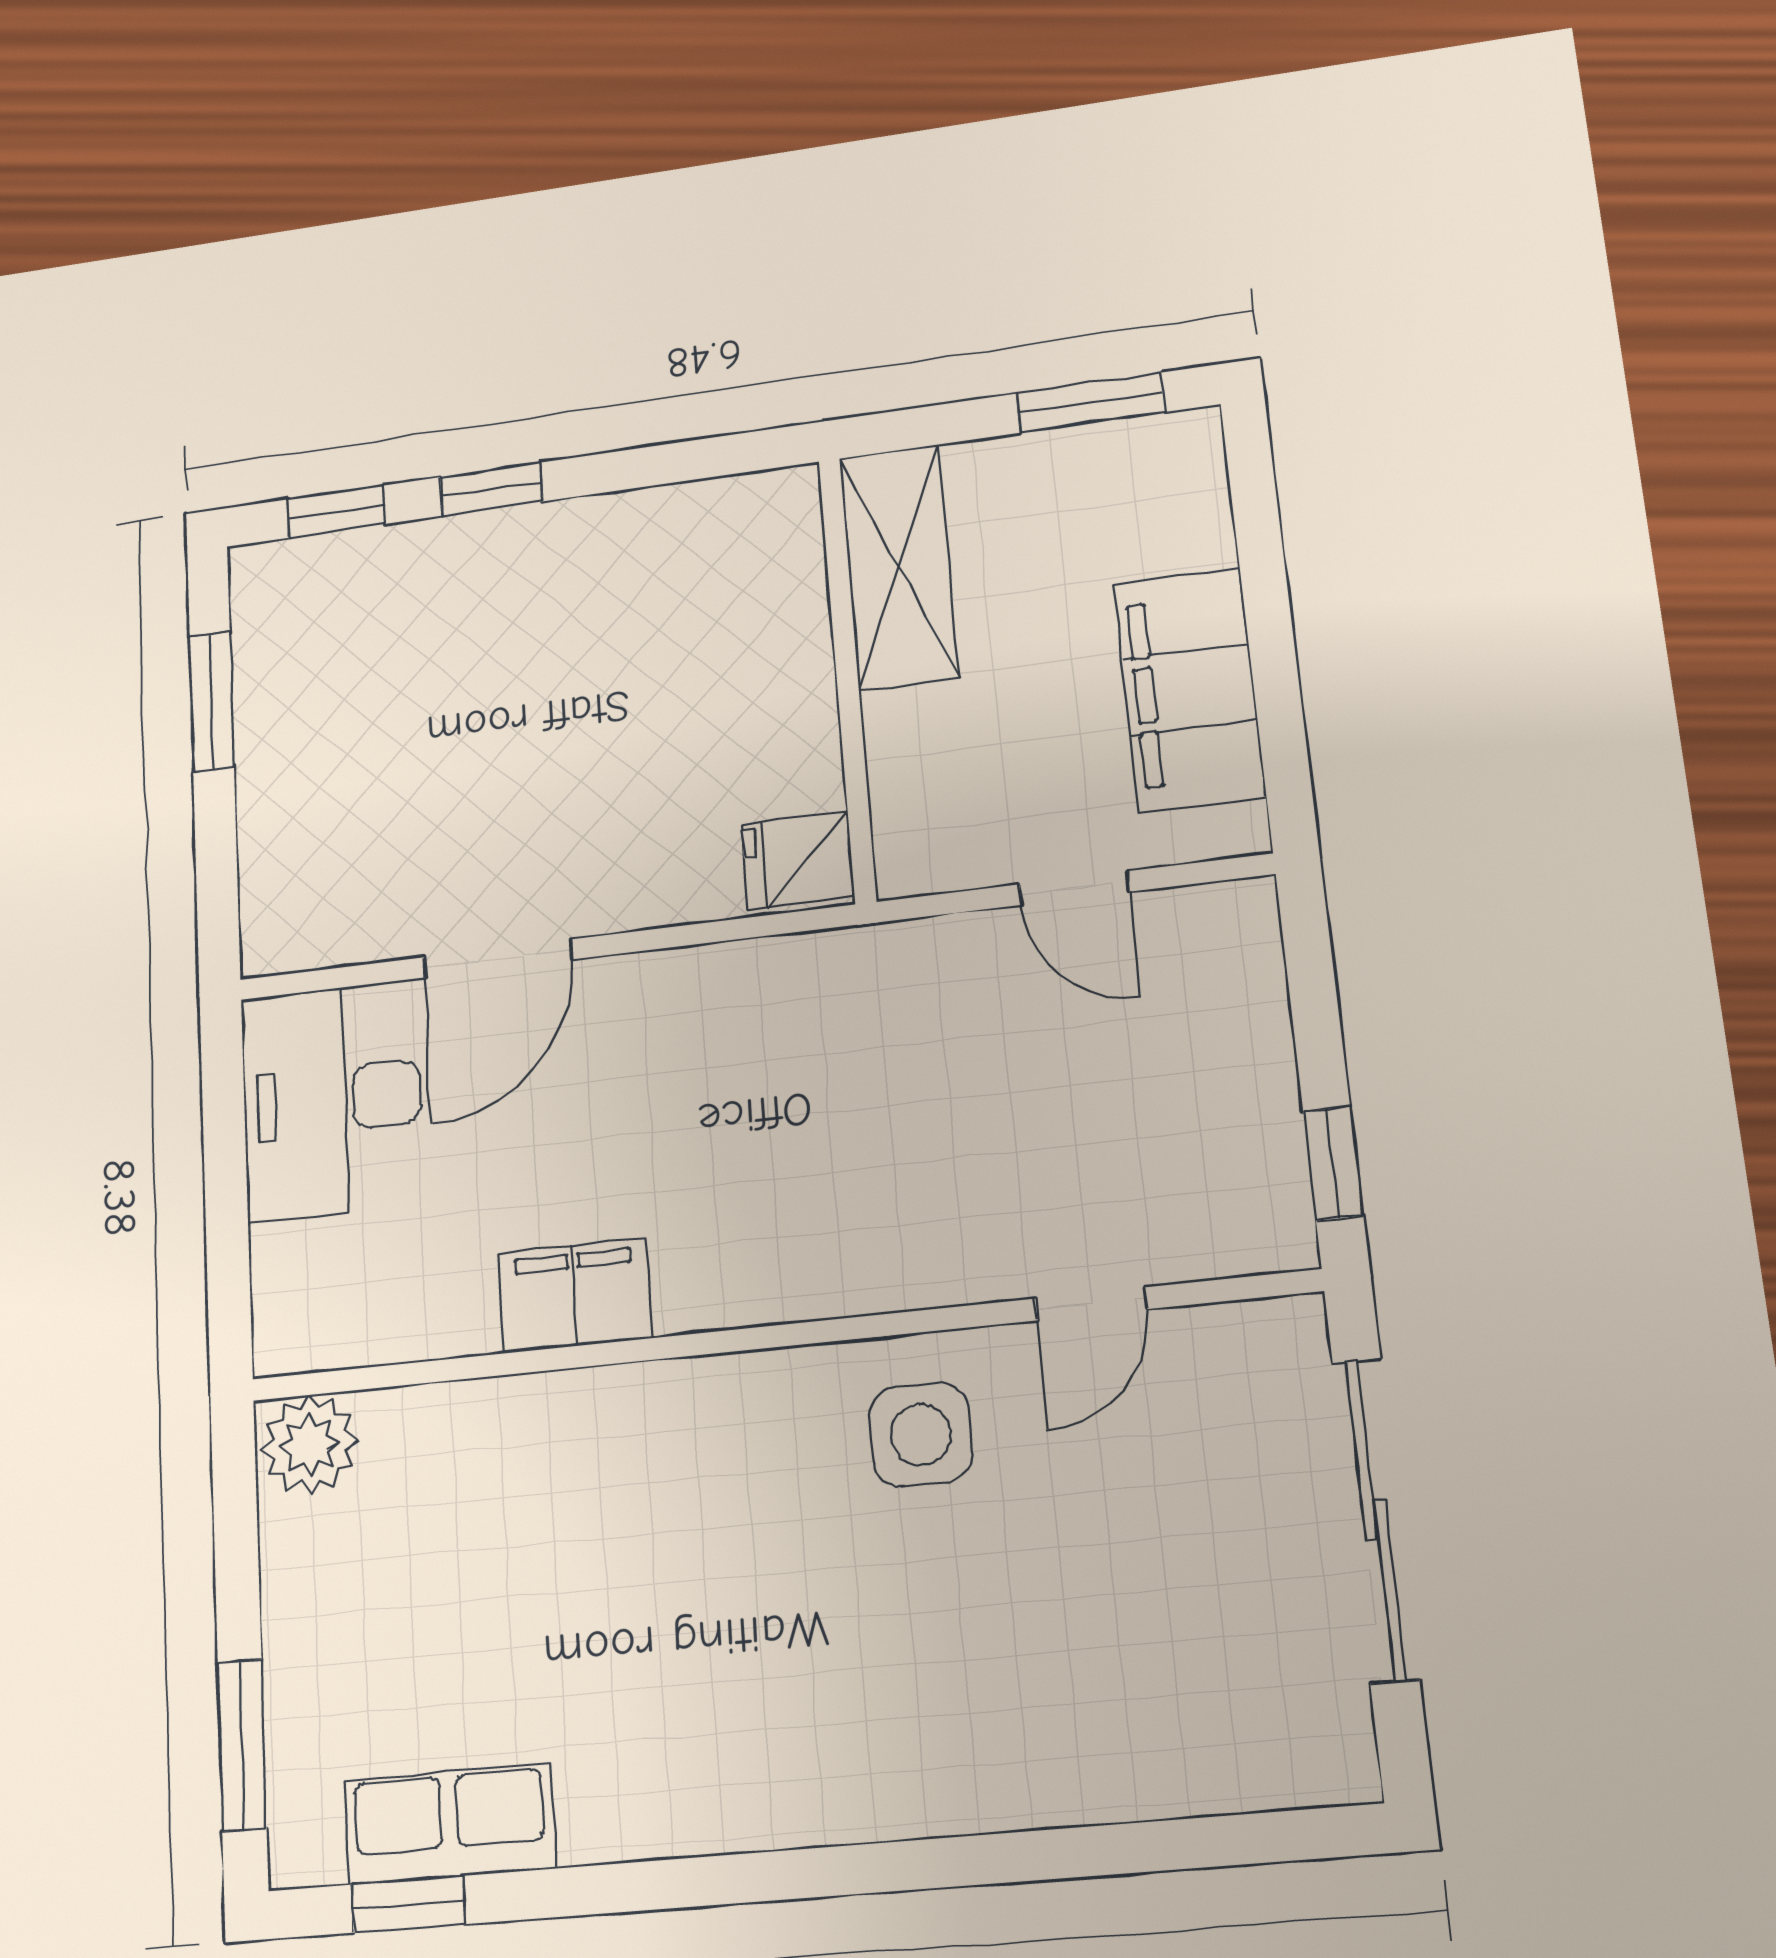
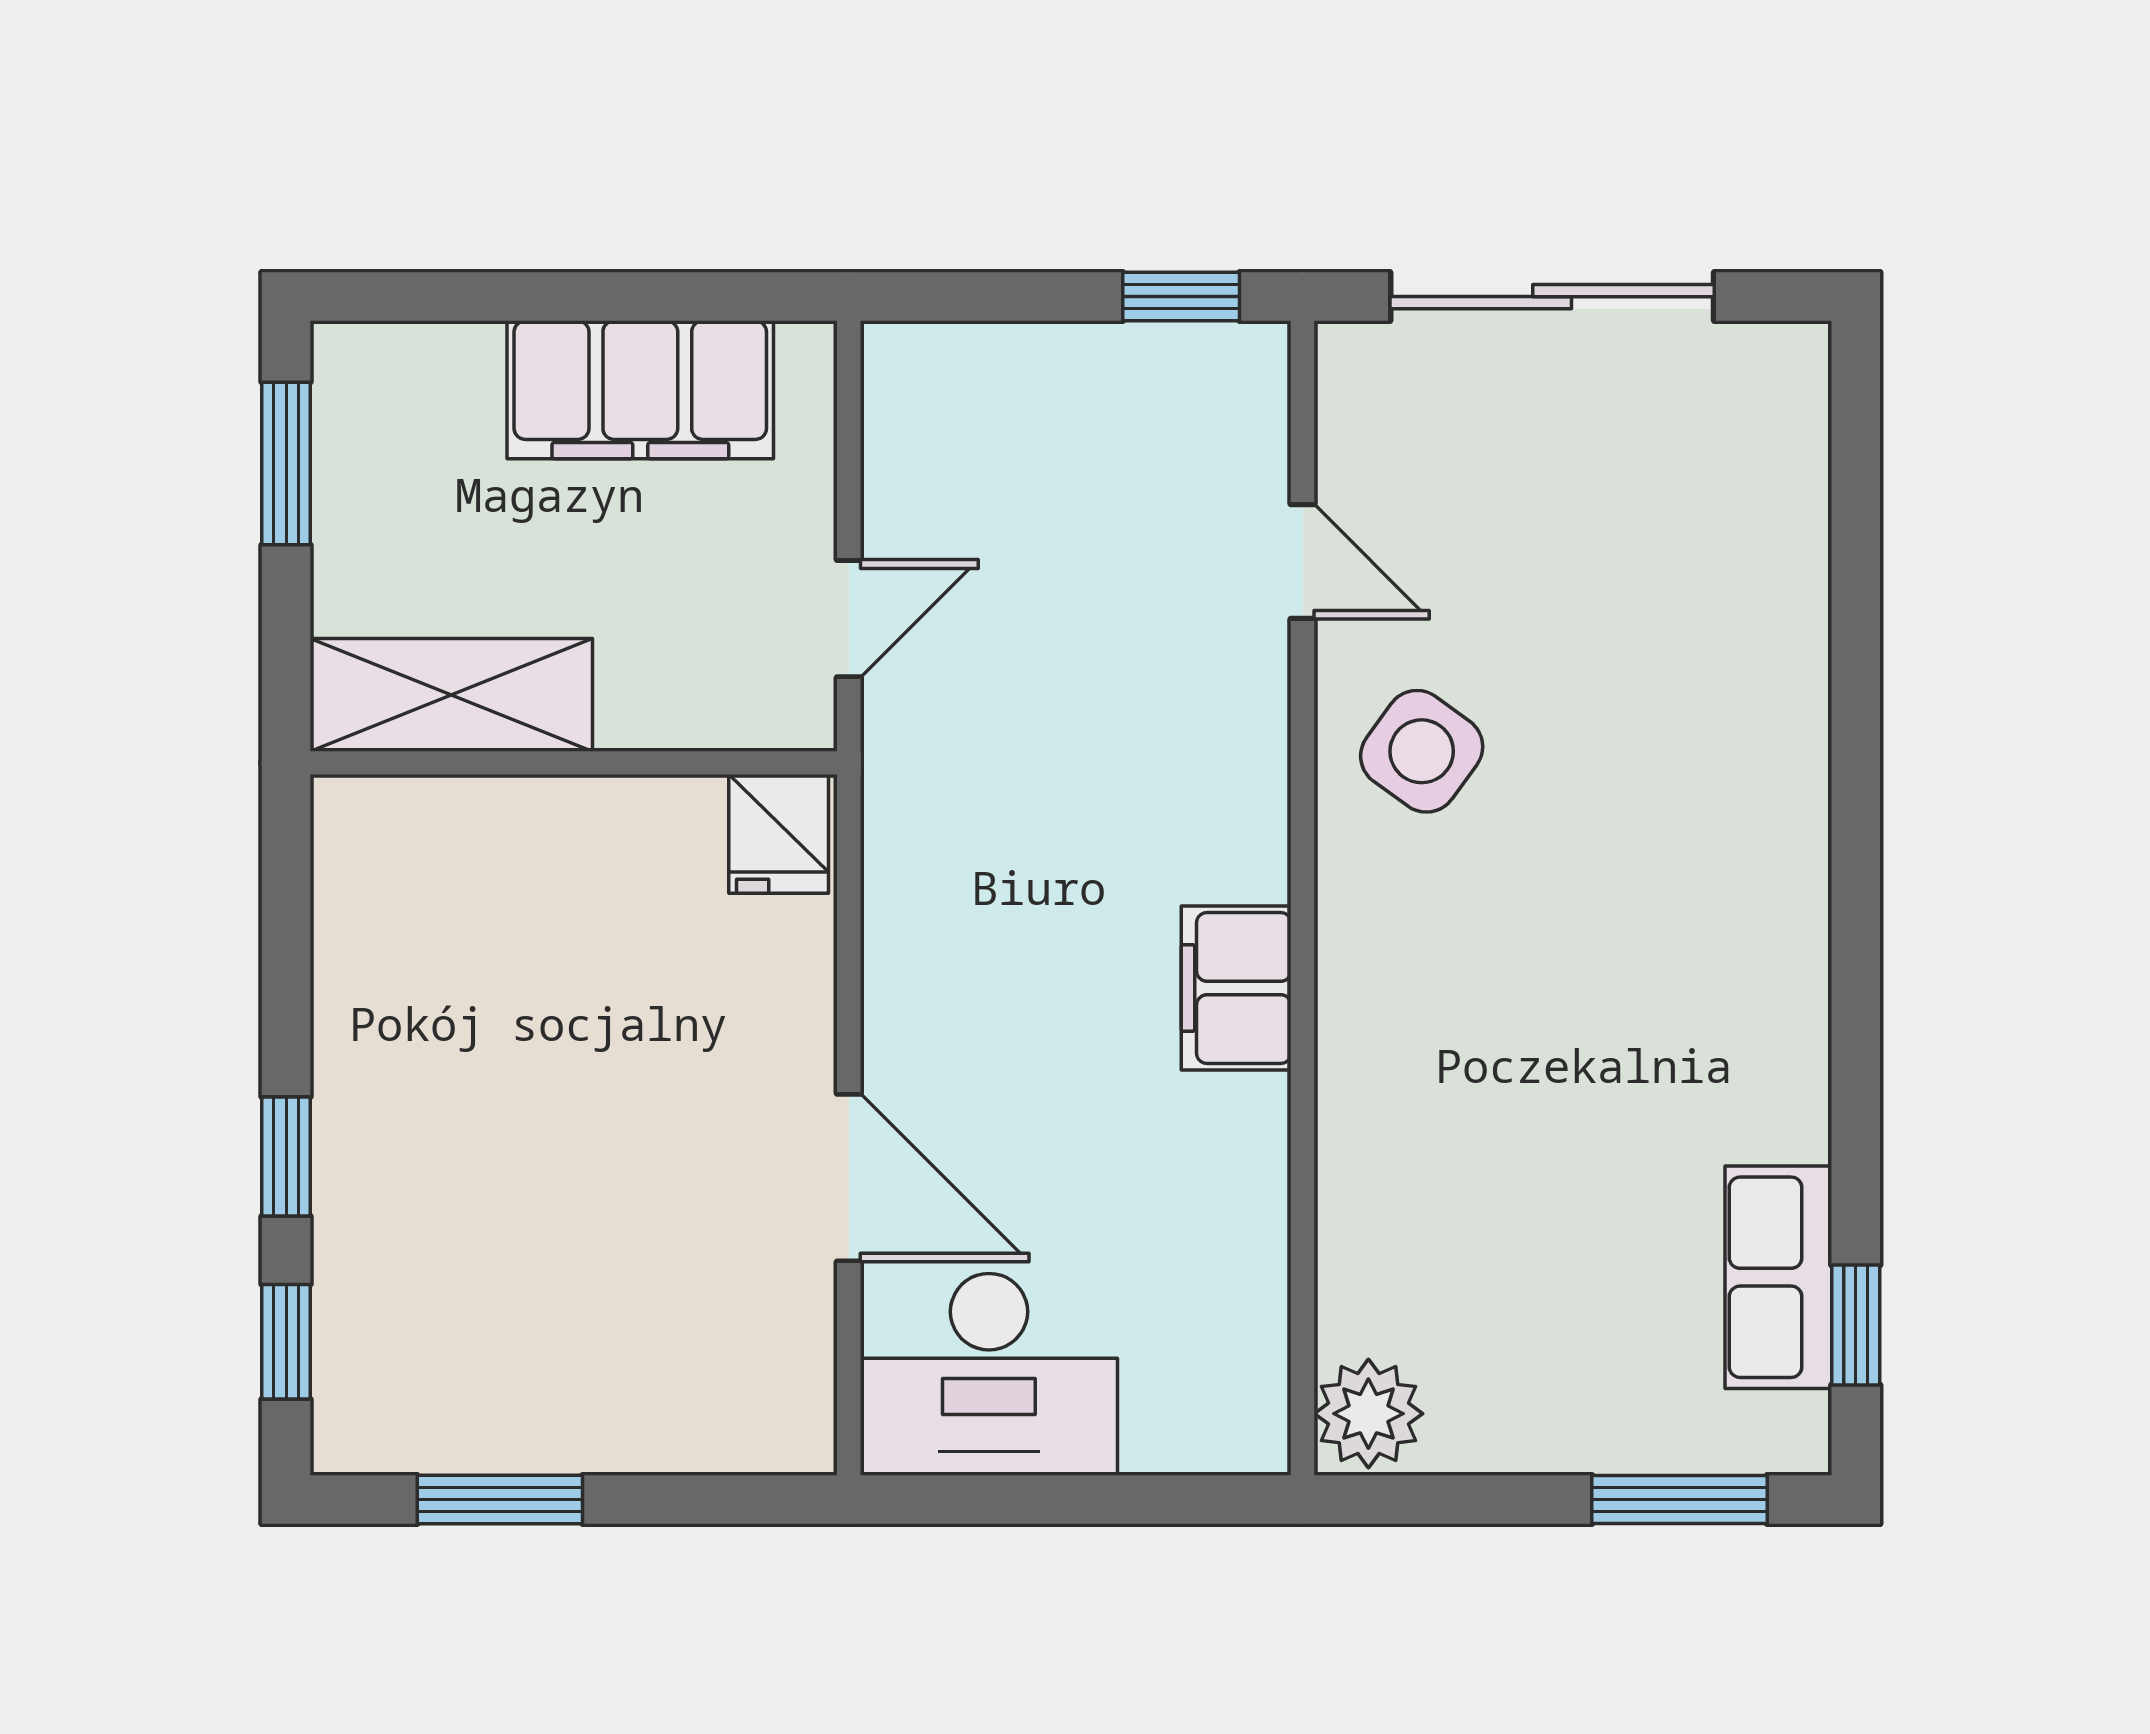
door: (1074, 888) -> (849, 619), moved
filing cabinet: (575, 1296) -> (1236, 988), moved
side table: (921, 1435) -> (1422, 751), turned 36

